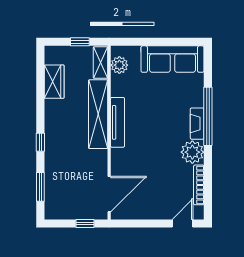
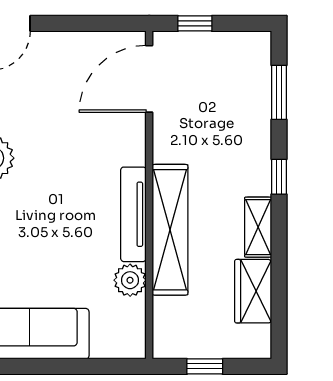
shelving: (100, 62) -> (258, 227), moved
plant: (119, 65) -> (130, 280), moved

